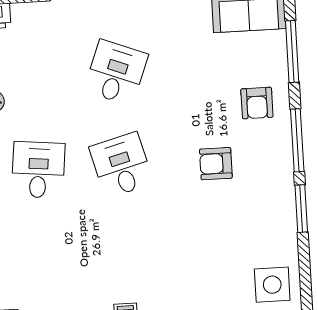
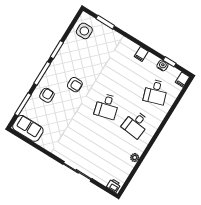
desk: (116, 73) -> (156, 92), moved, turned -39

